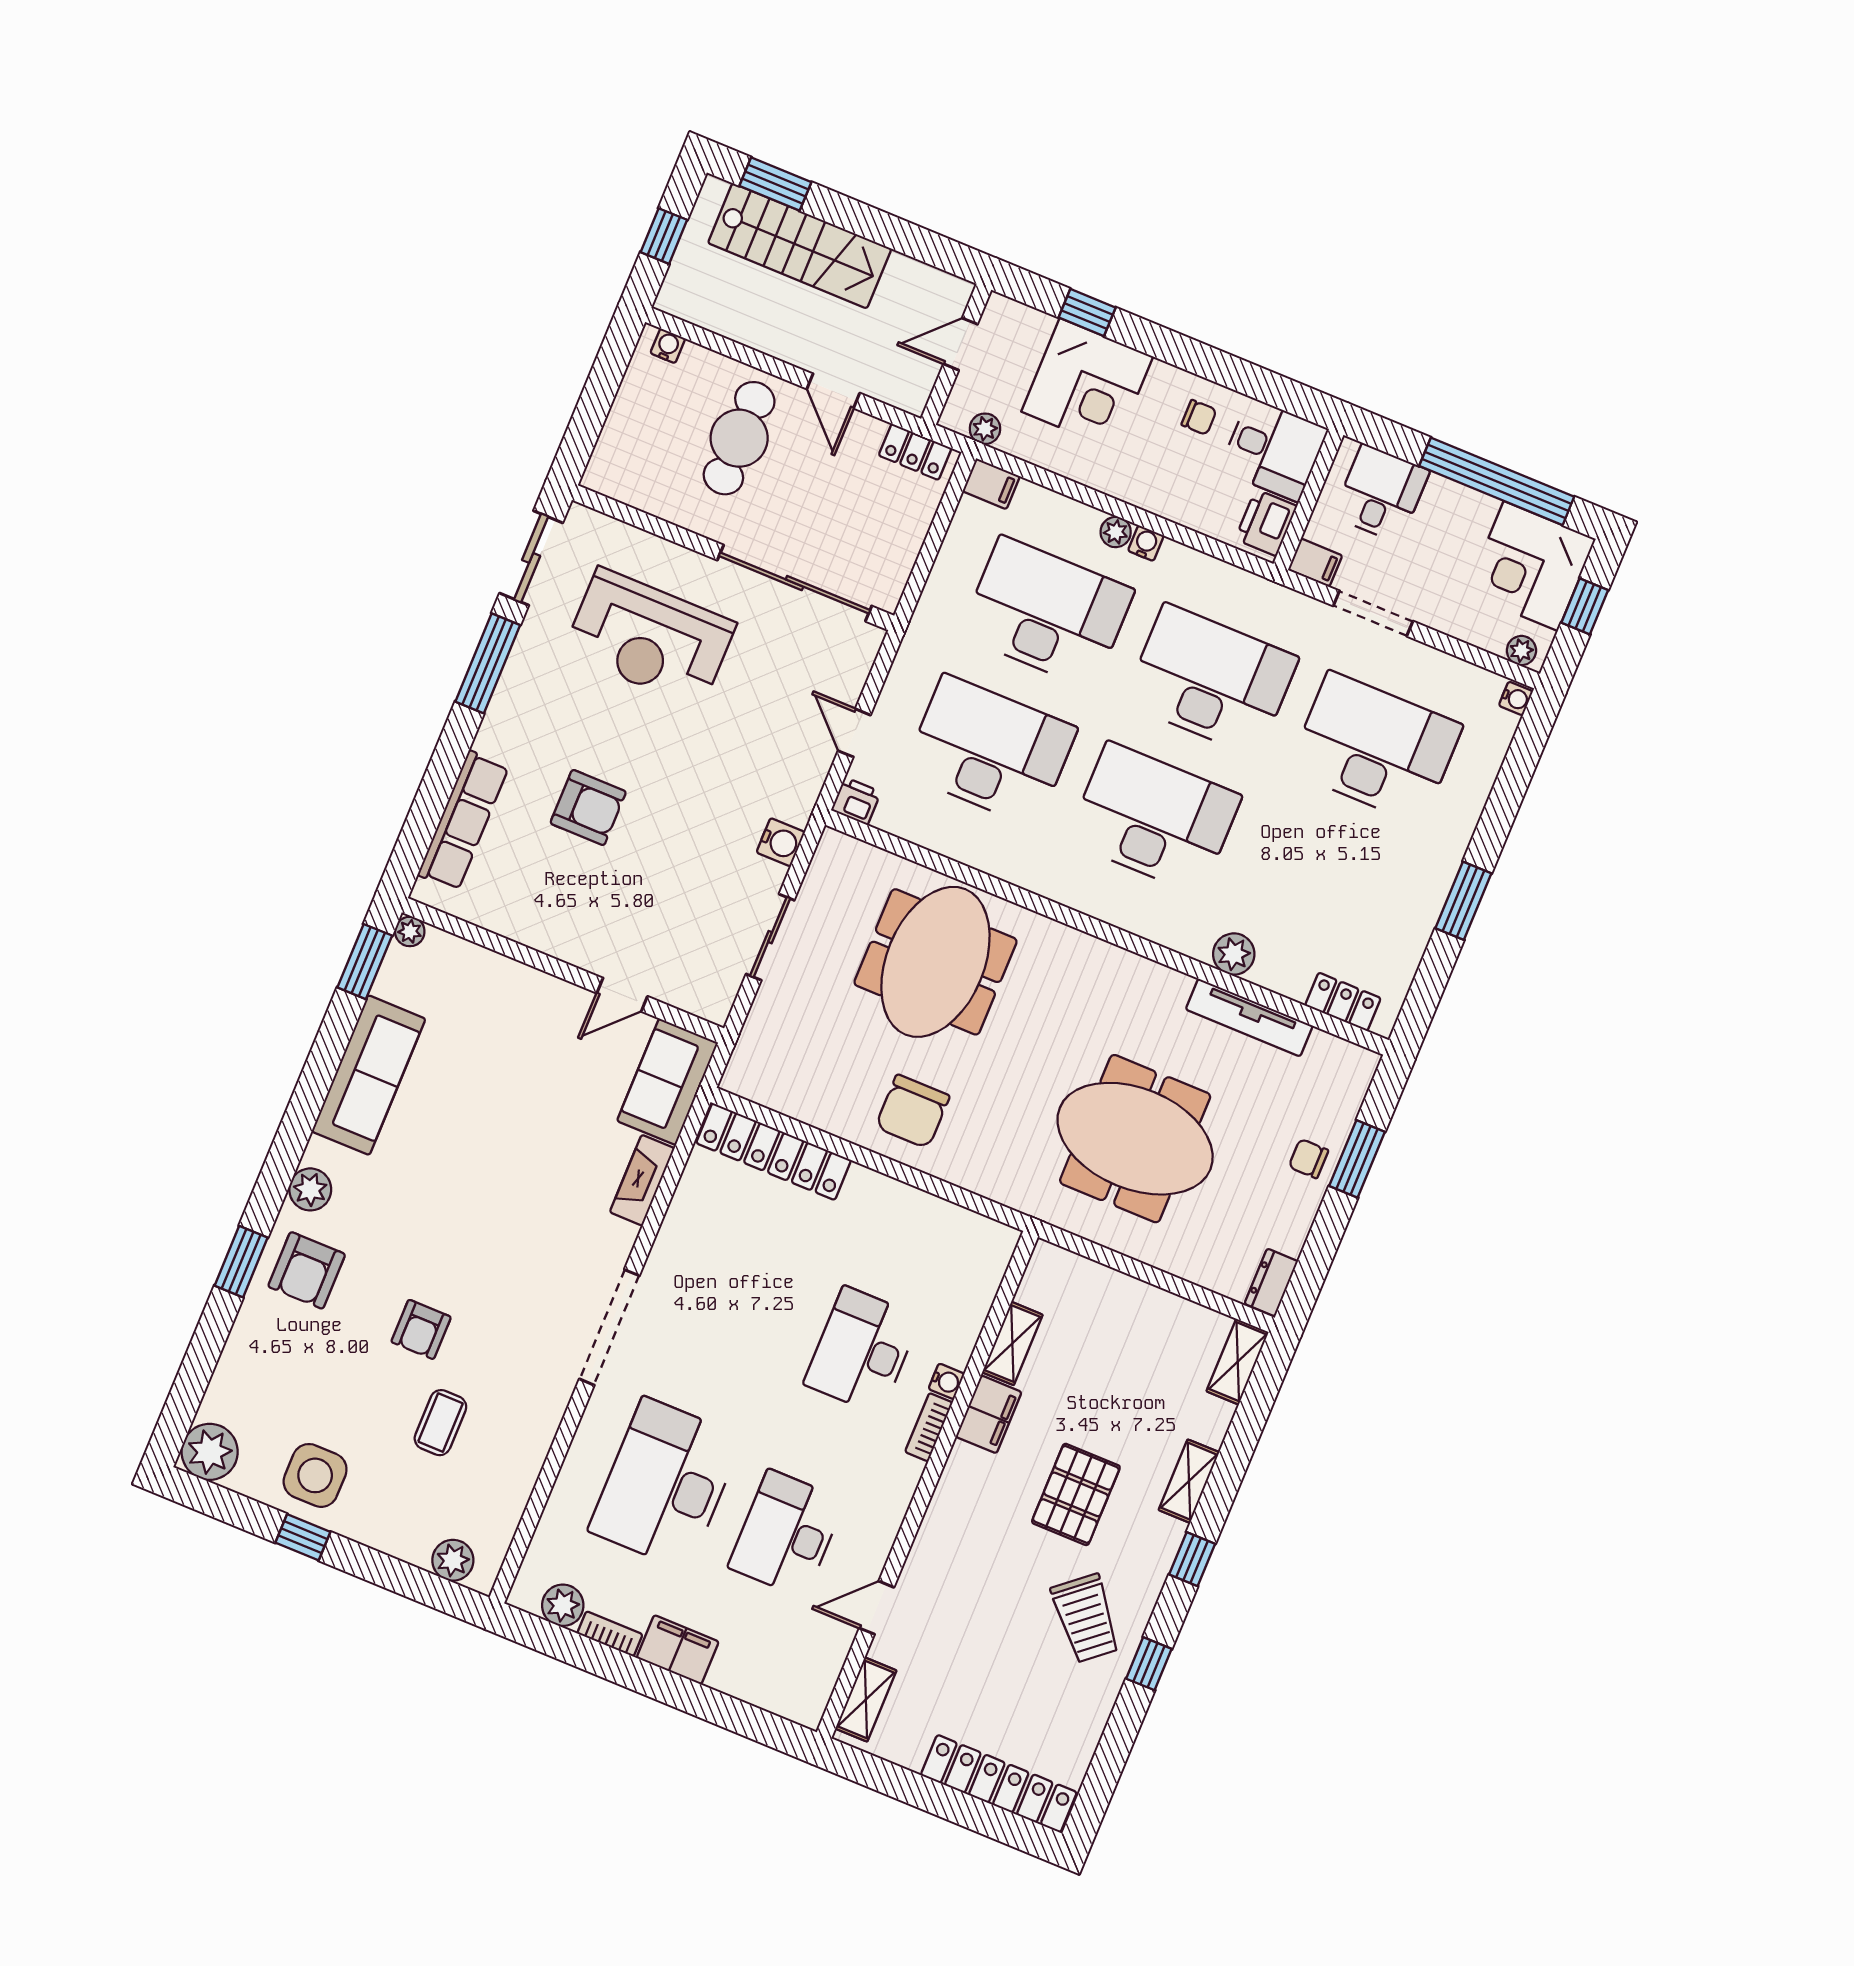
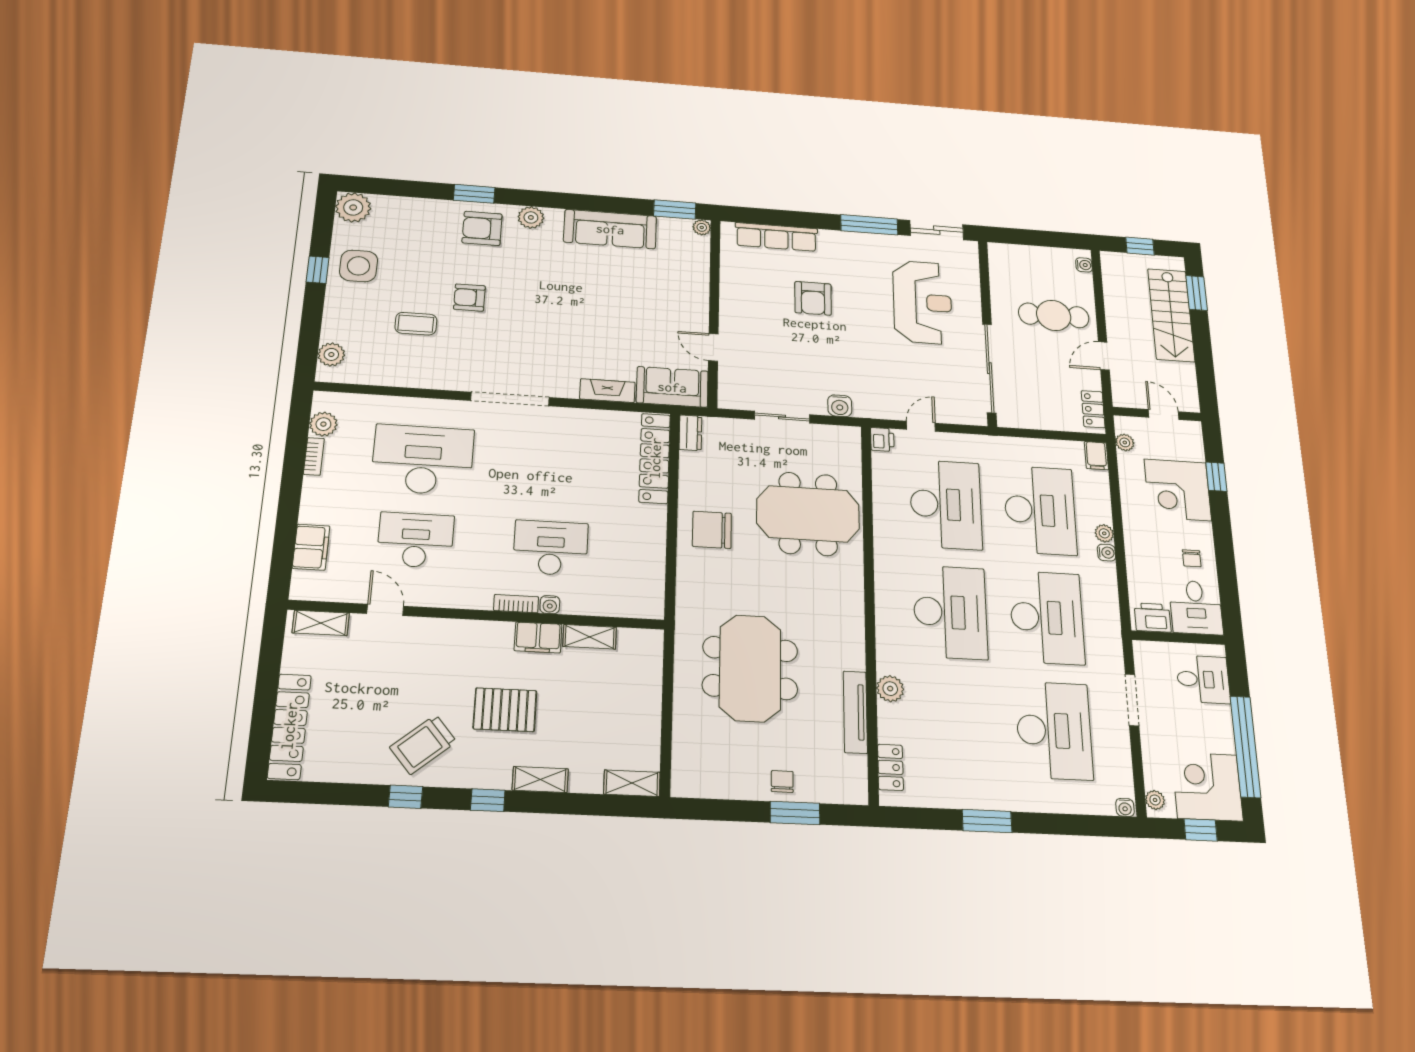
filing cabinet: (1315, 562) -> (1144, 655), removed
reception desk: (650, 638) -> (922, 302), turned 180
dresser: (1271, 1282) -> (690, 433), moved, turned 90
filing cabinet: (678, 1650) -> (311, 547), moved

